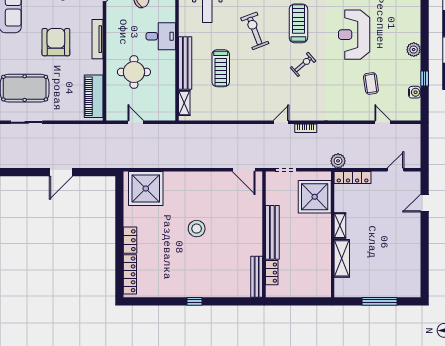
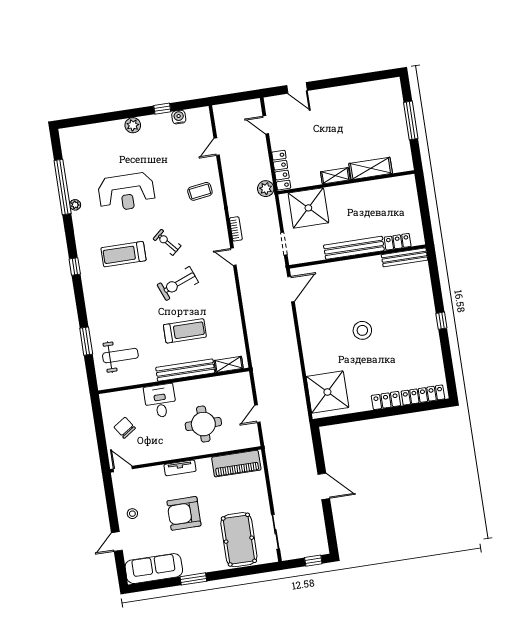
exercise bike: (255, 31) -> (178, 284), moved
tv unit: (98, 39) -> (180, 468), width x0.71
coffee table: (371, 83) -> (200, 191), moved

